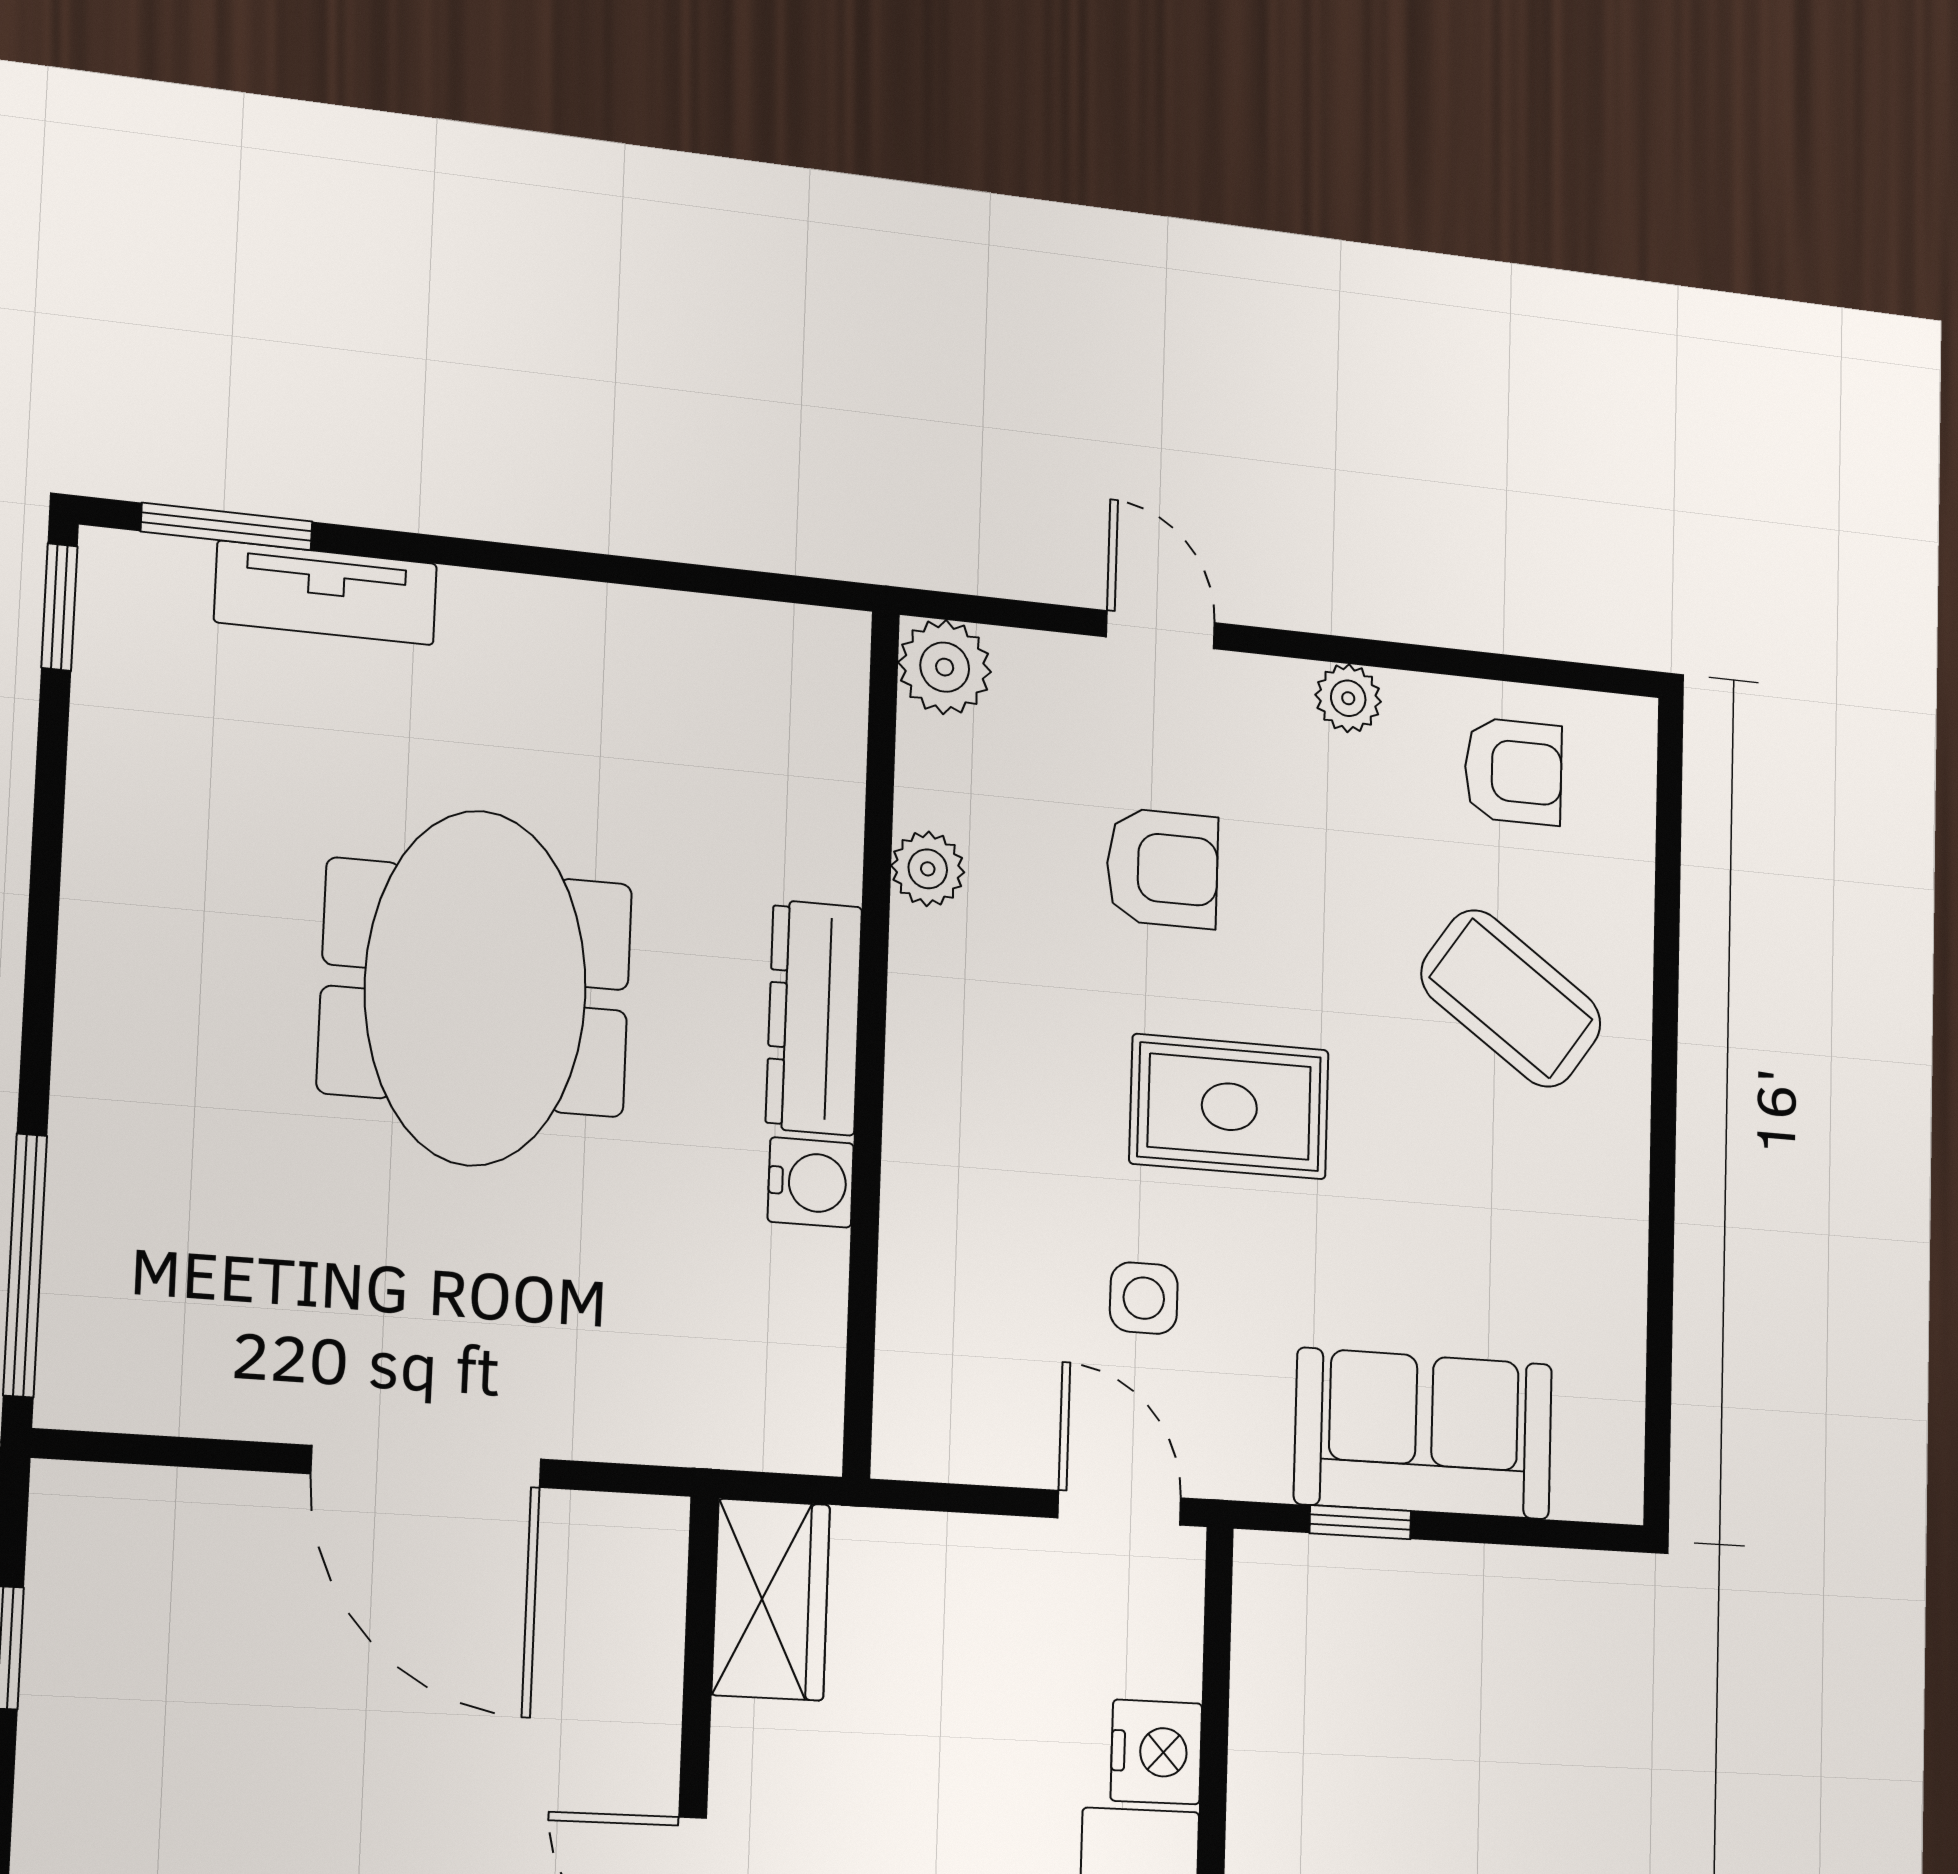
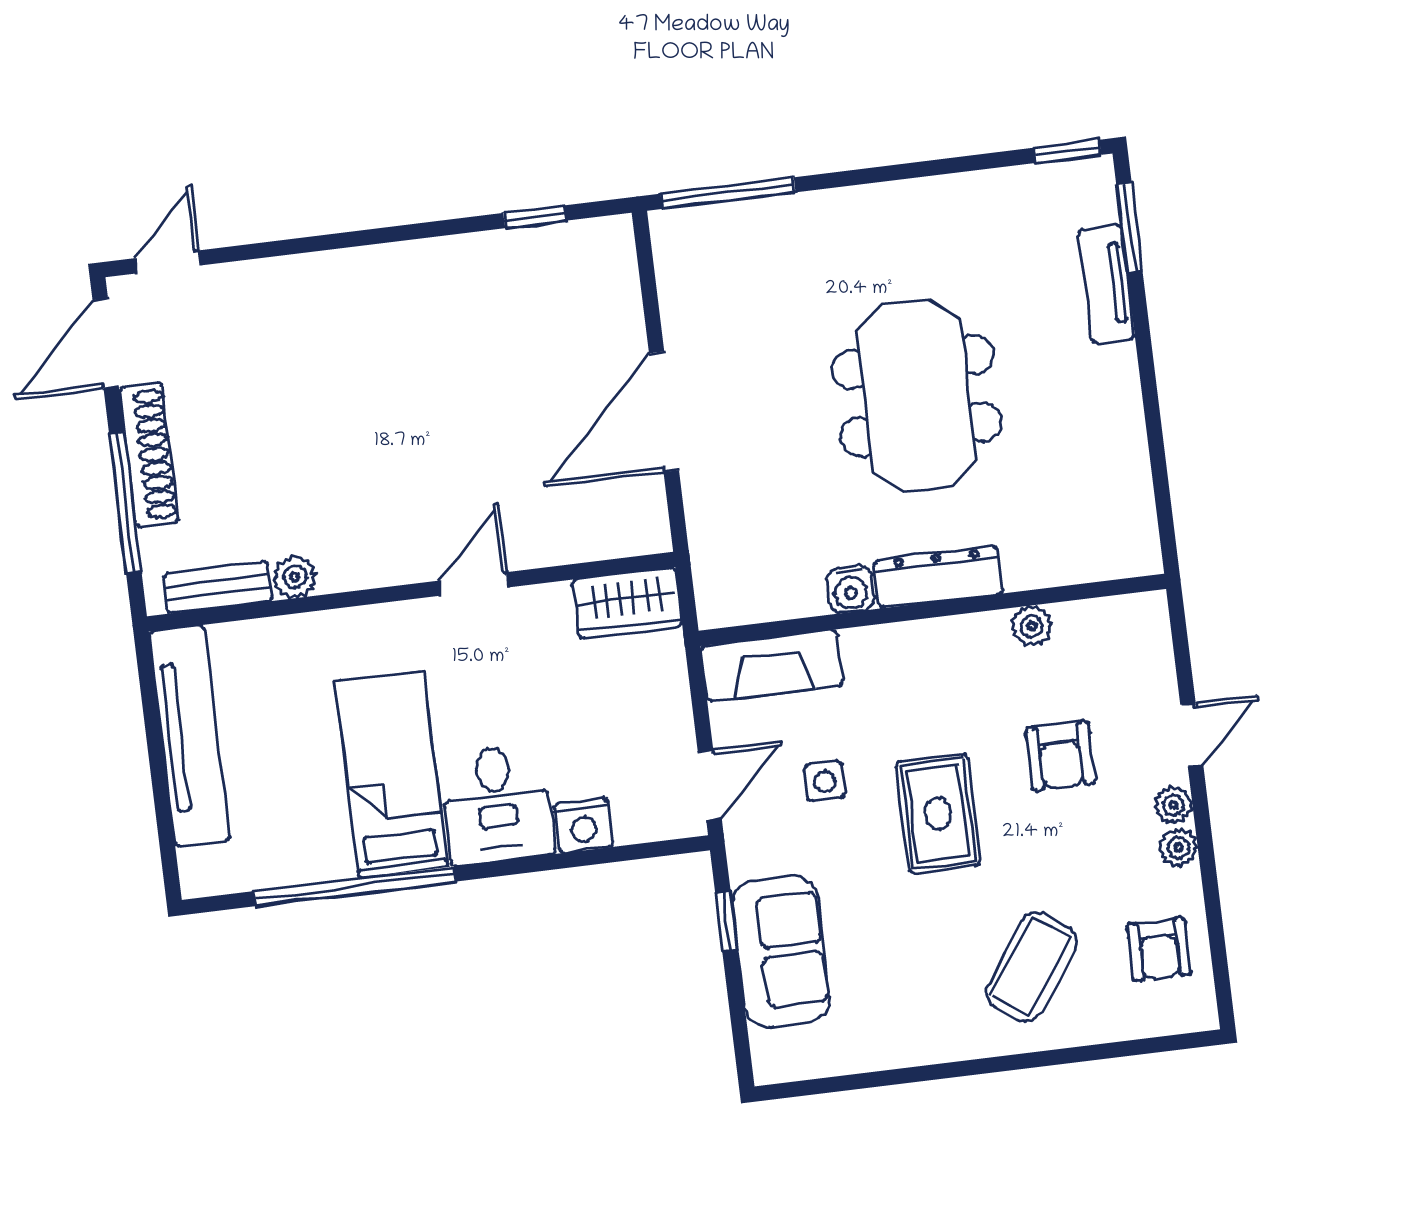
plant: (945, 667) -> (1173, 805), moved, width x0.73, depth x0.73
meeting table: (476, 988) -> (917, 396), turned 90
fireplace: (925, 1354) -> (772, 666), added

